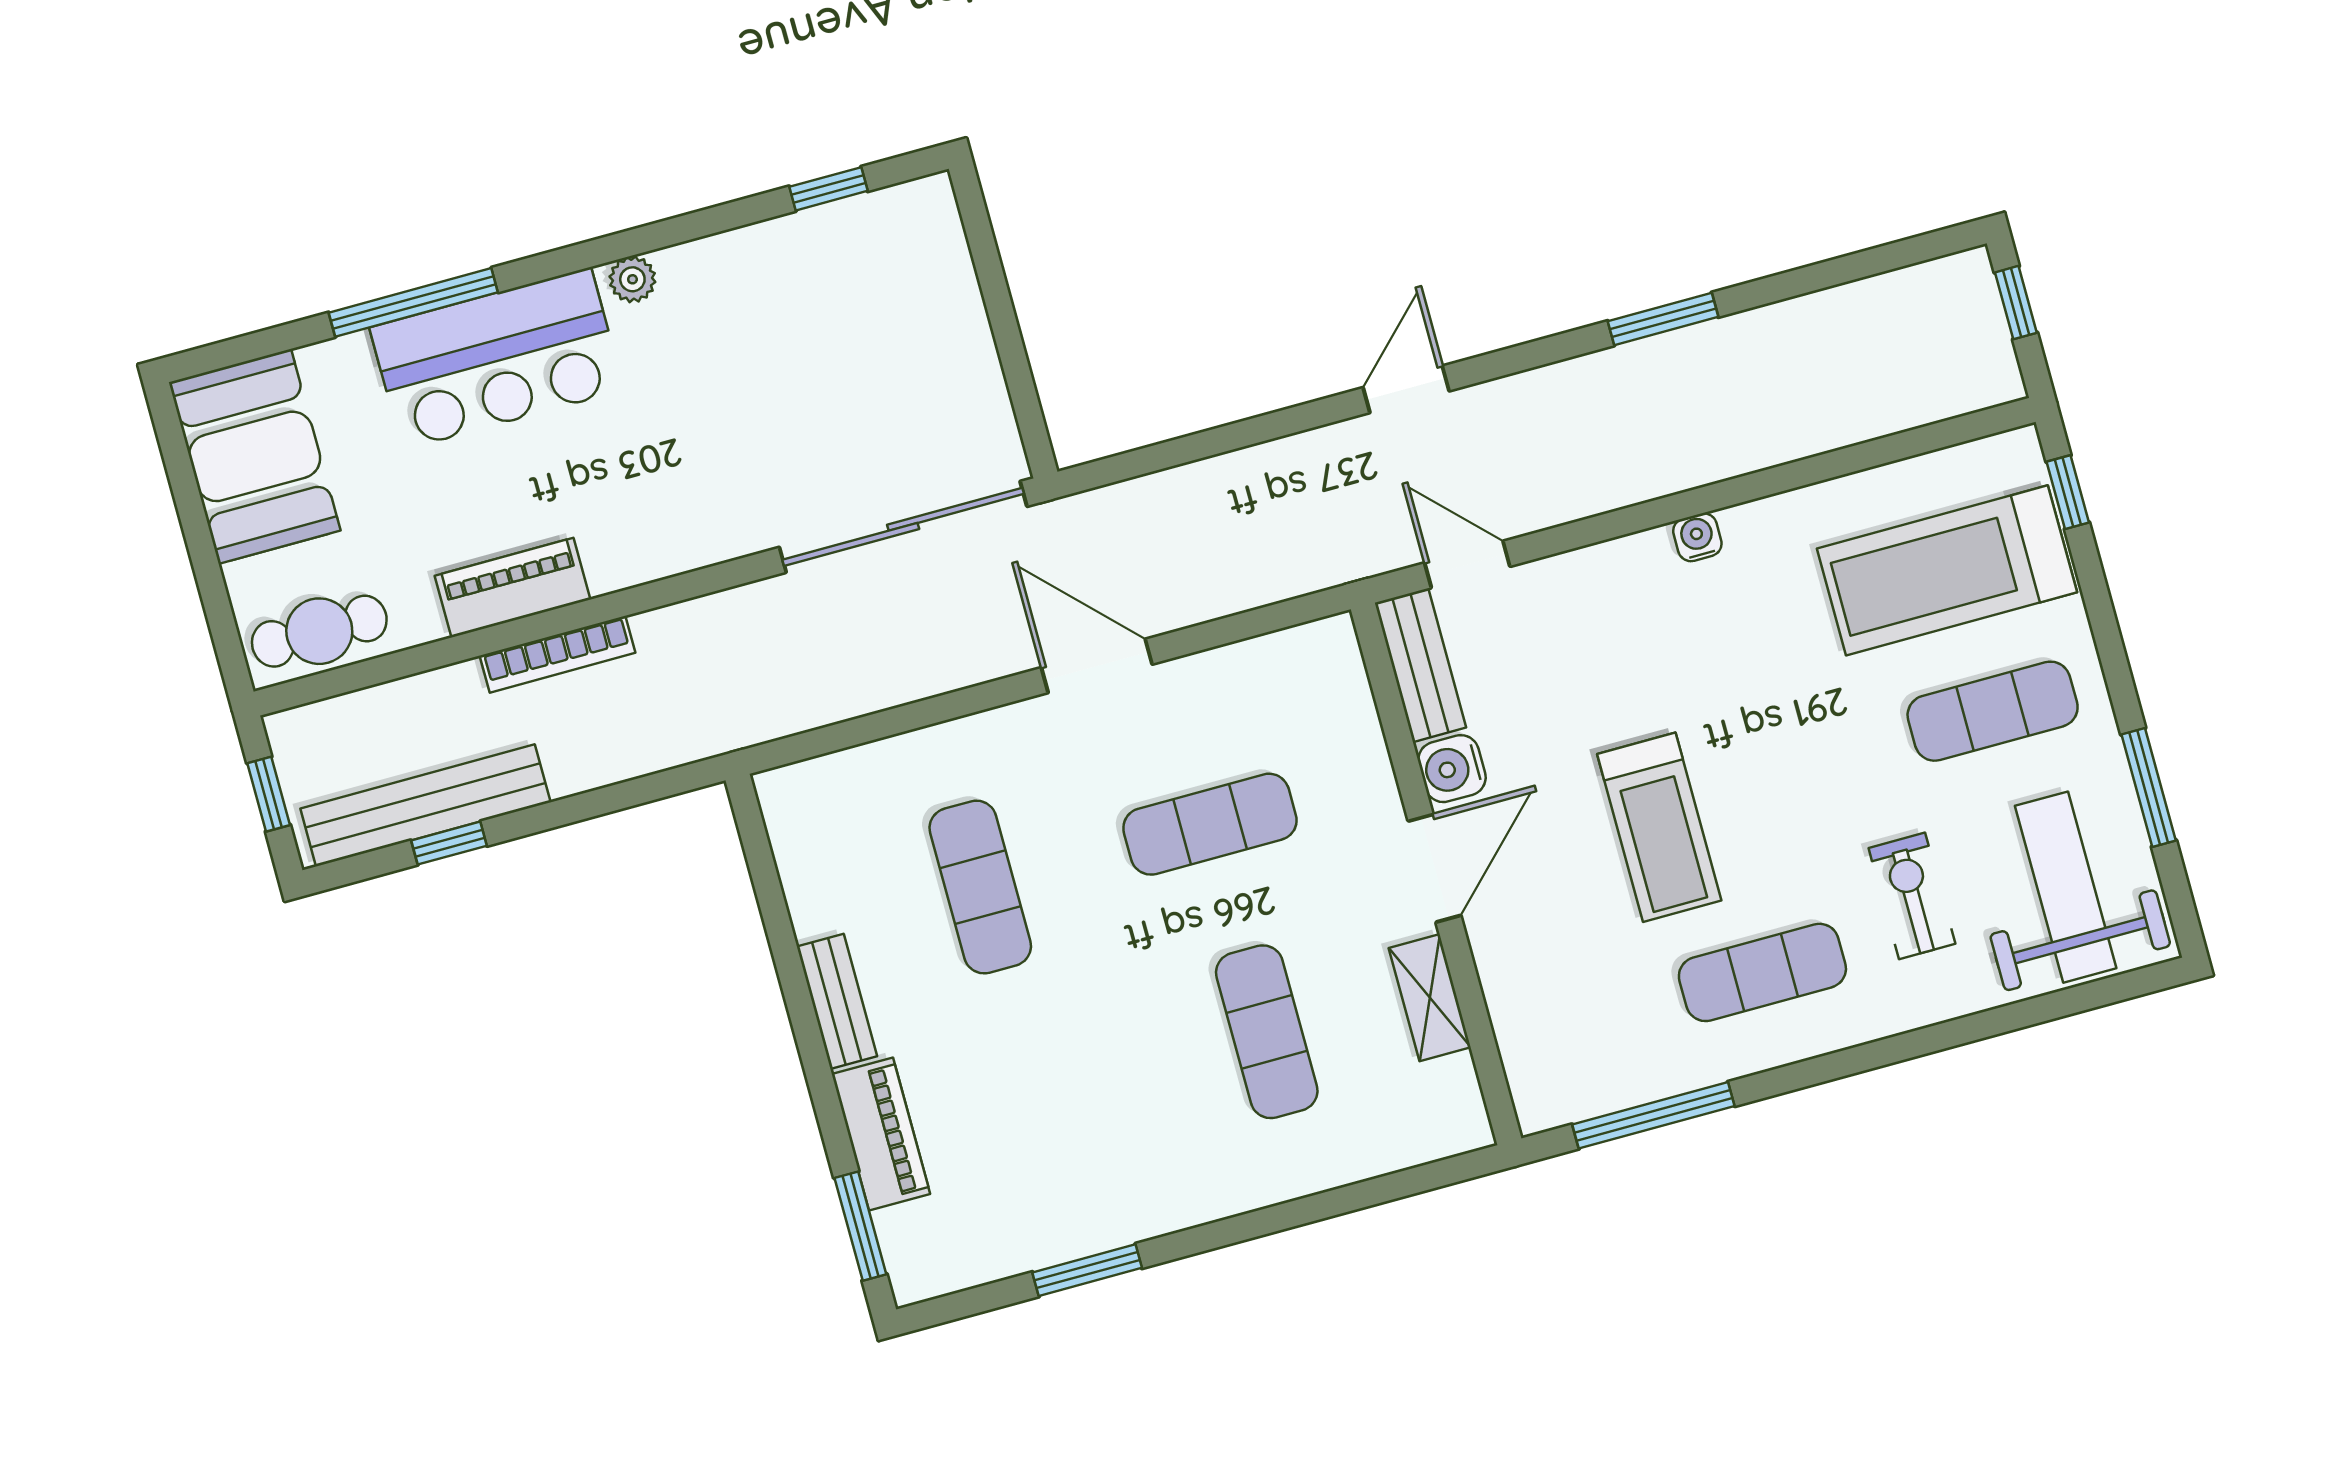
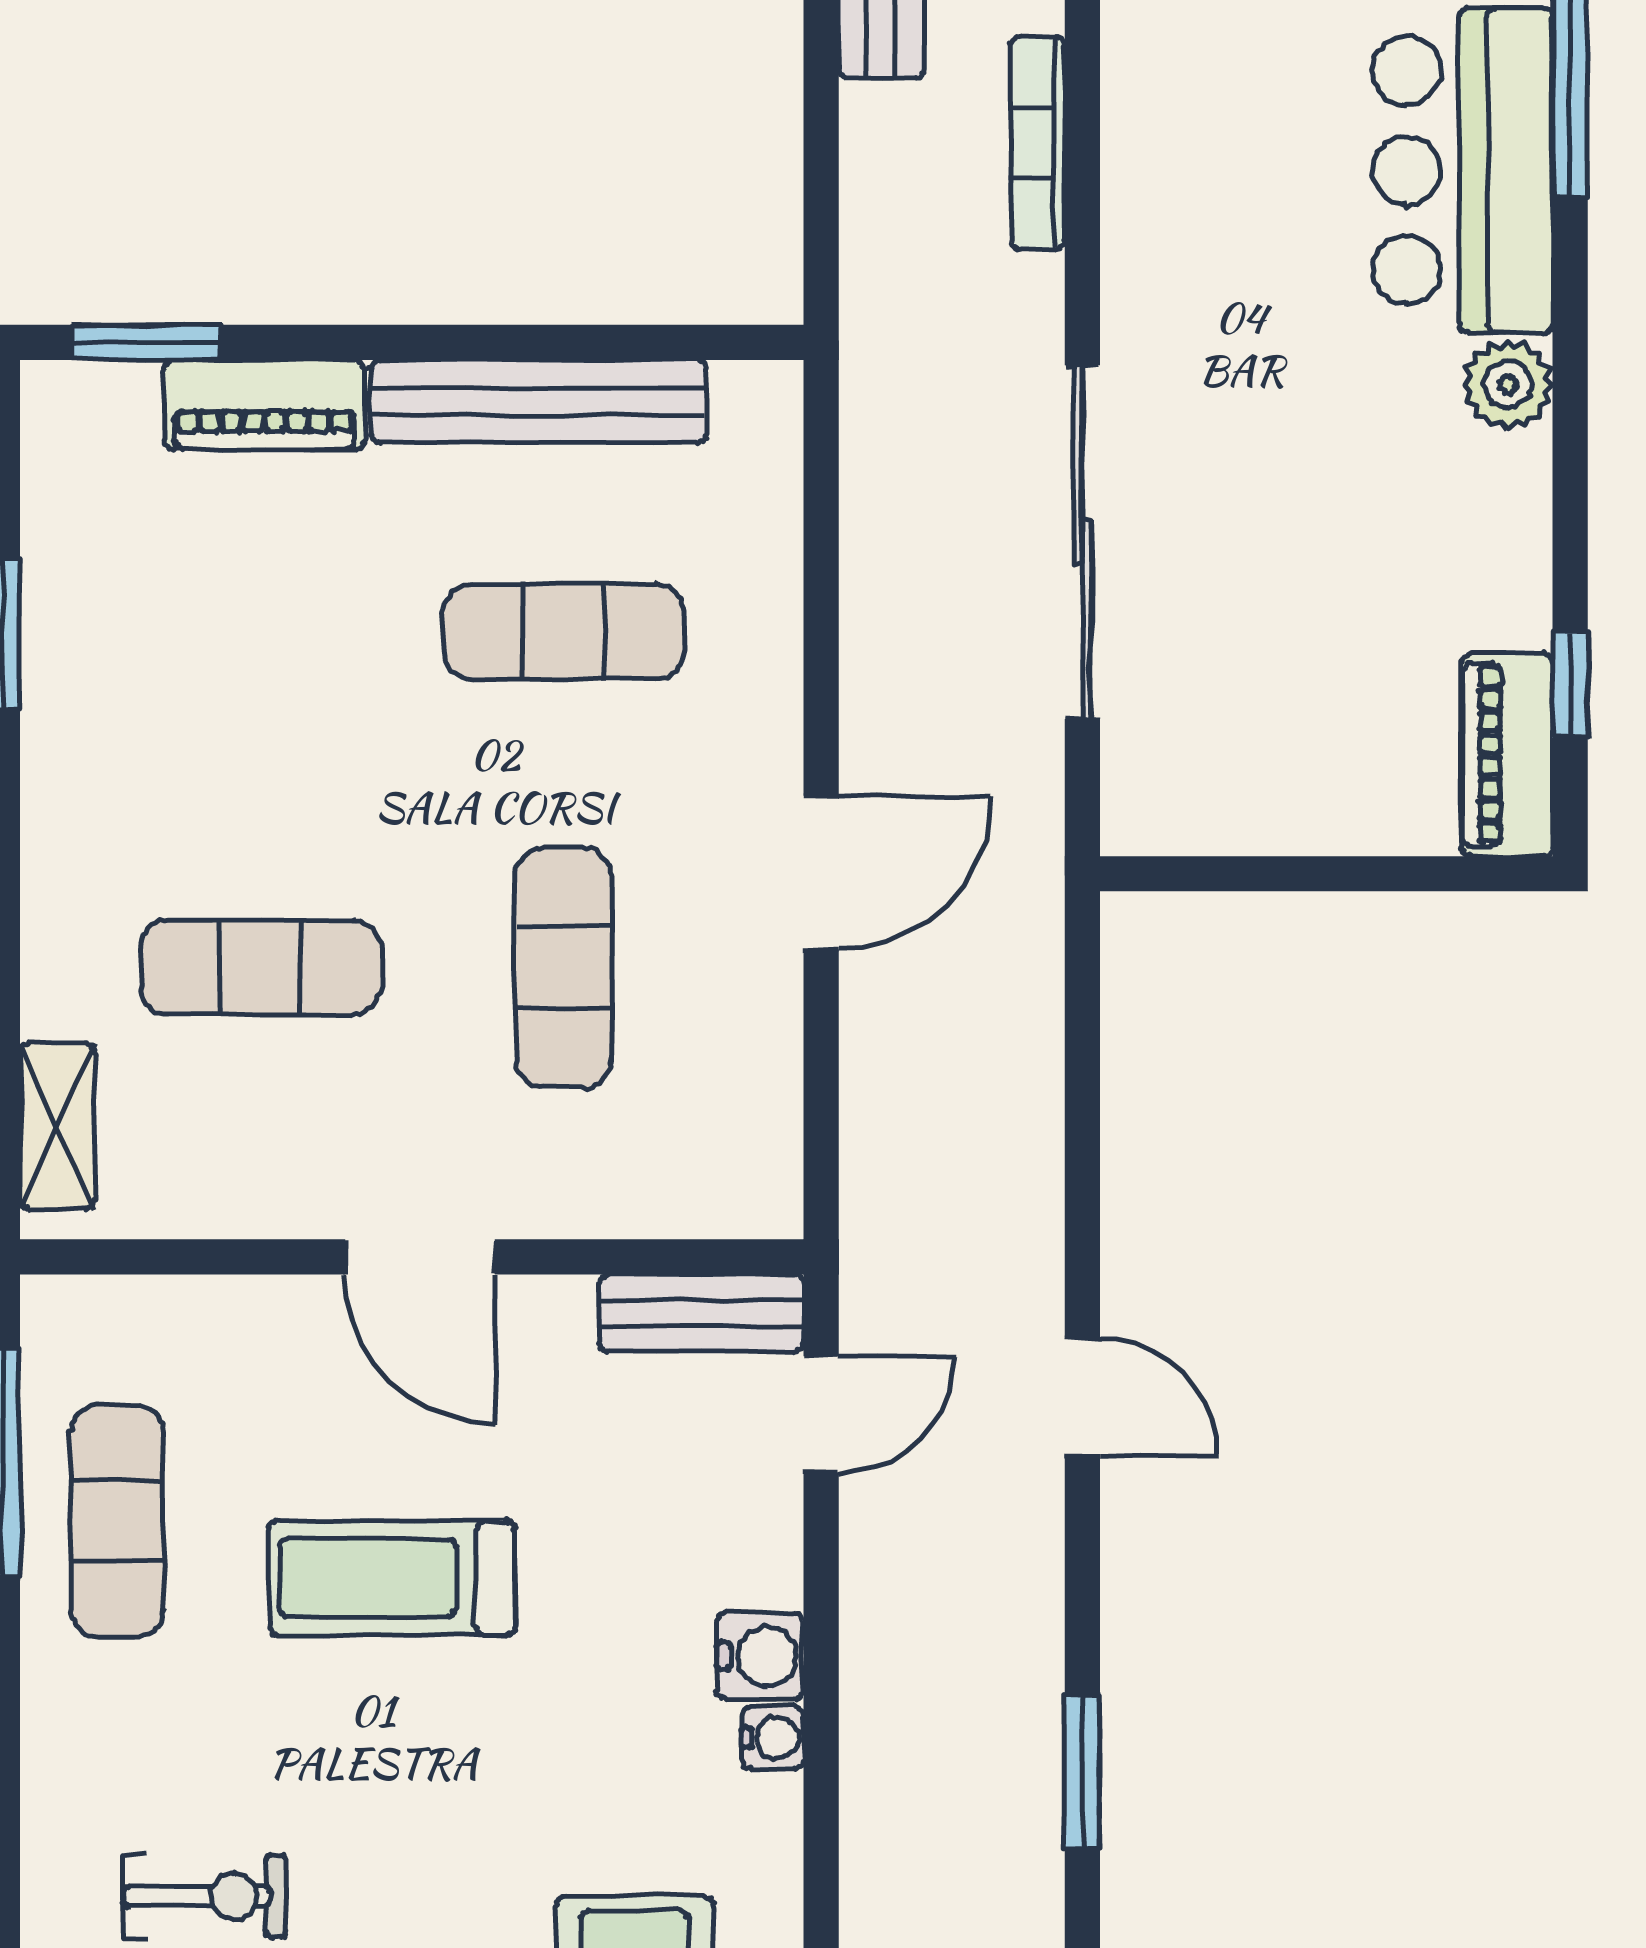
plant: (632, 279) -> (1508, 385), width x1.38, depth x1.38
sliding door: (903, 527) -> (1082, 542), moved
piano: (513, 588) -> (1507, 755), moved, turned 180
water cooler: (1452, 769) -> (760, 1656), moved, turned 90
exercise mat: (1762, 972) -> (117, 1521), moved
shelving: (1430, 998) -> (57, 1126), moved, turned 90
bench: (837, 1001) -> (539, 401), width x1.86, depth x1.21

